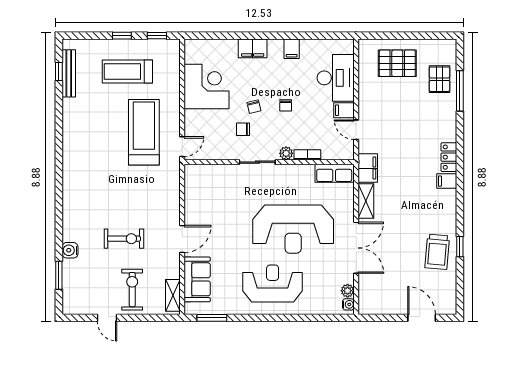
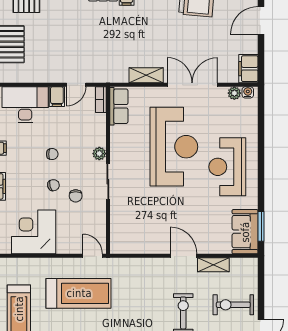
treadmill: (144, 132) -> (79, 293), turned 180
bookcase: (307, 155) -> (101, 100), moved
filing cabinet: (368, 168) -> (248, 69), moved, turned -90
sofa: (197, 279) -> (245, 232), moved, turned -90
shelving: (173, 295) -> (213, 265), moved

